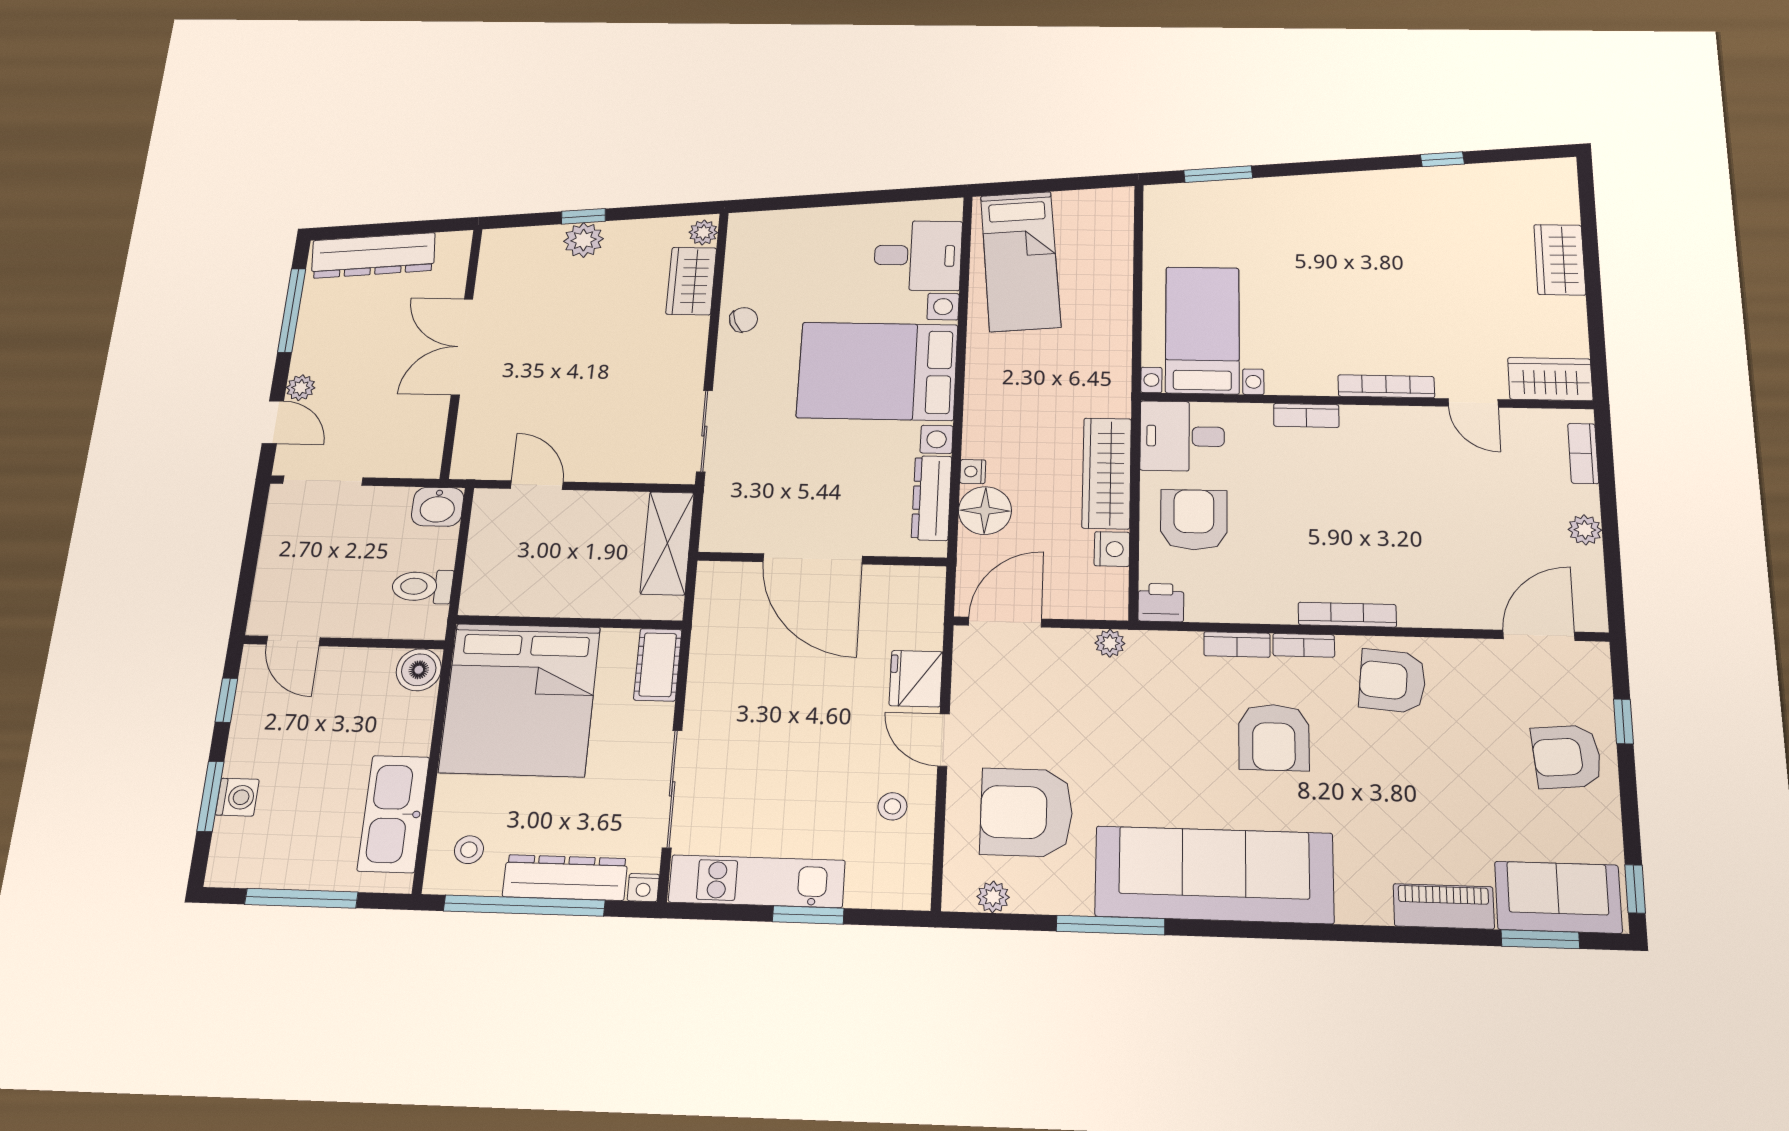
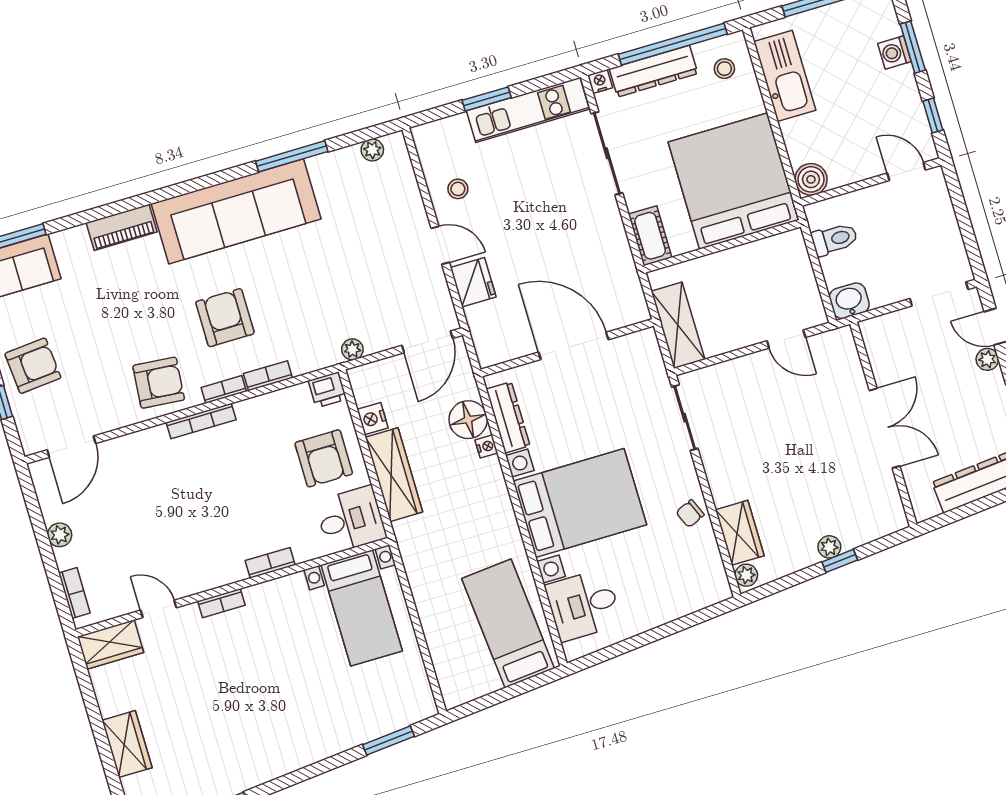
plant: (583, 240) -> (829, 547), width x0.73, depth x0.73
bookcase: (1386, 386) -> (221, 603), width x0.64
armchair: (1026, 812) -> (369, 213), removed
piano: (1444, 906) -> (122, 227), moved

